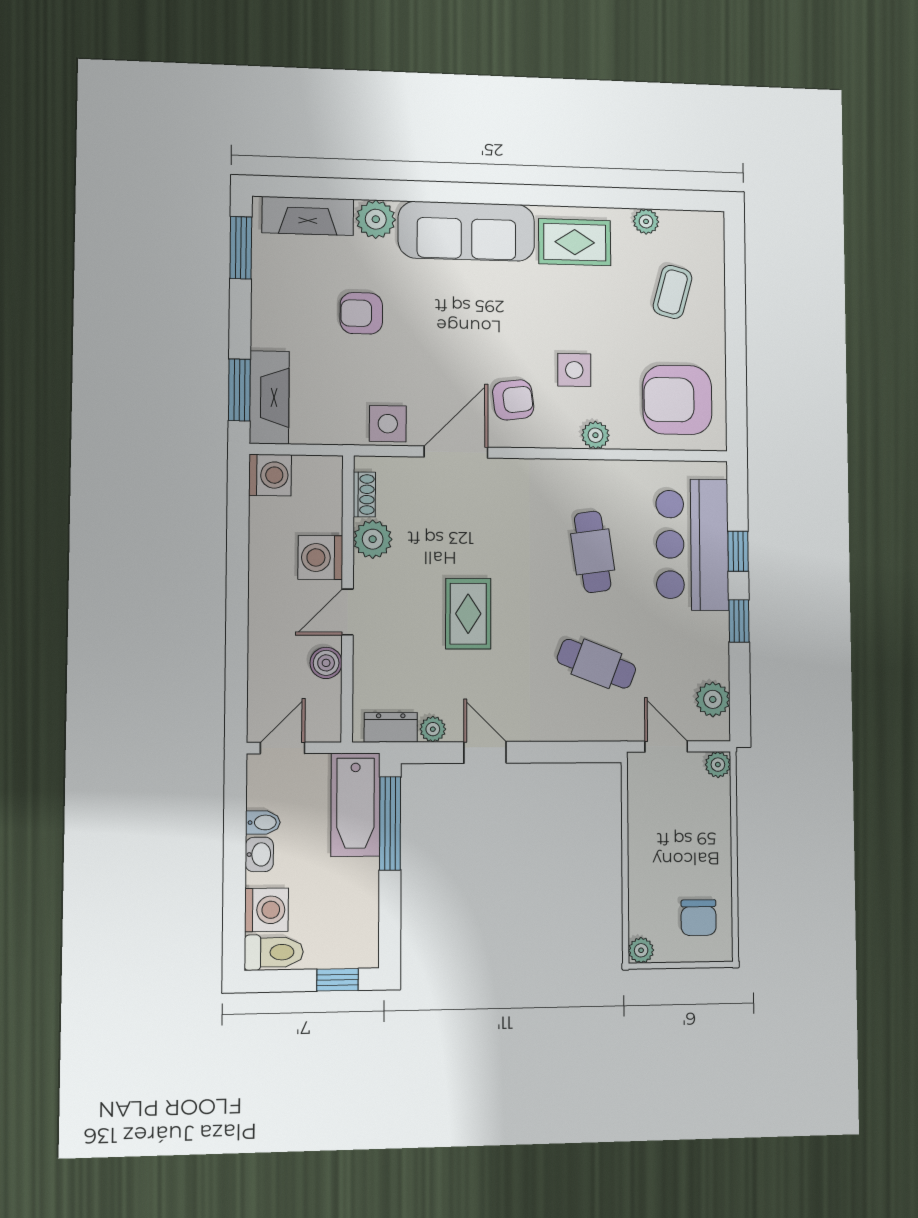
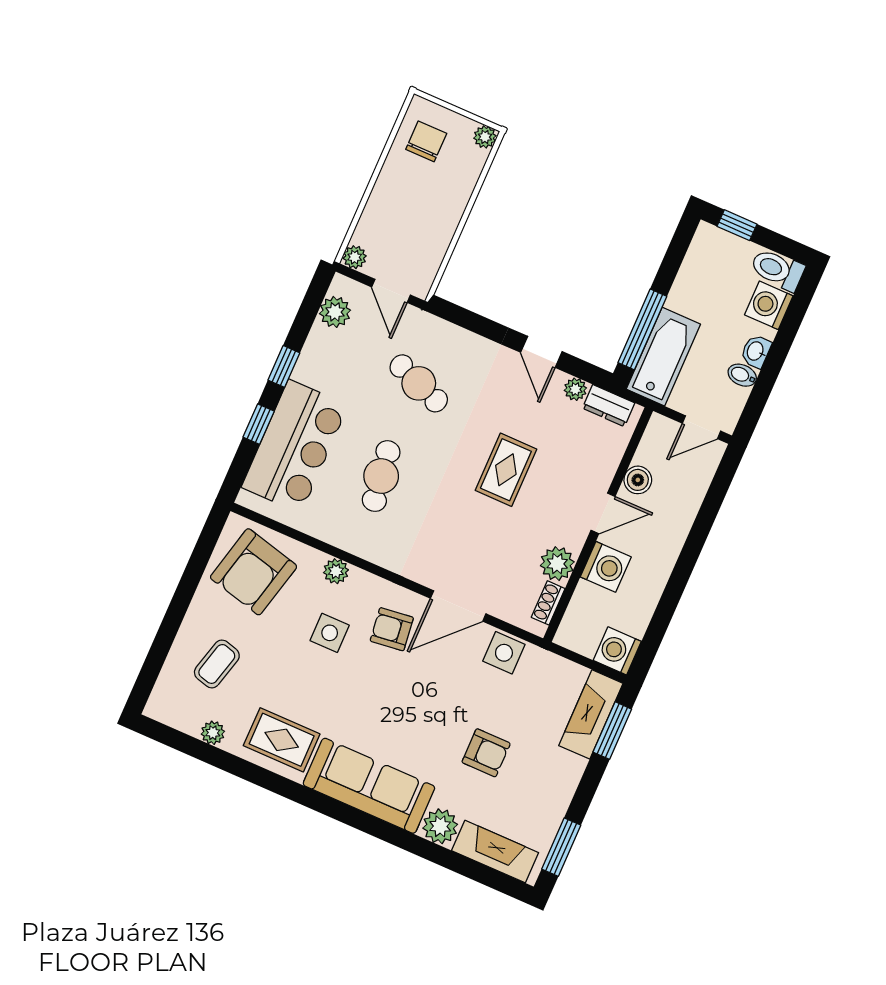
armchair: (677, 400) -> (254, 572), turned 104

